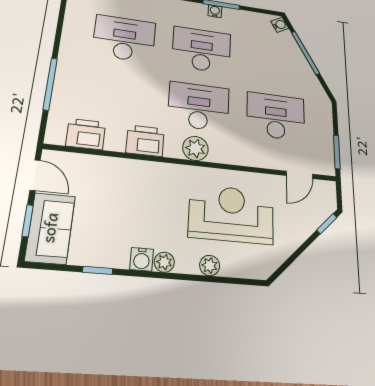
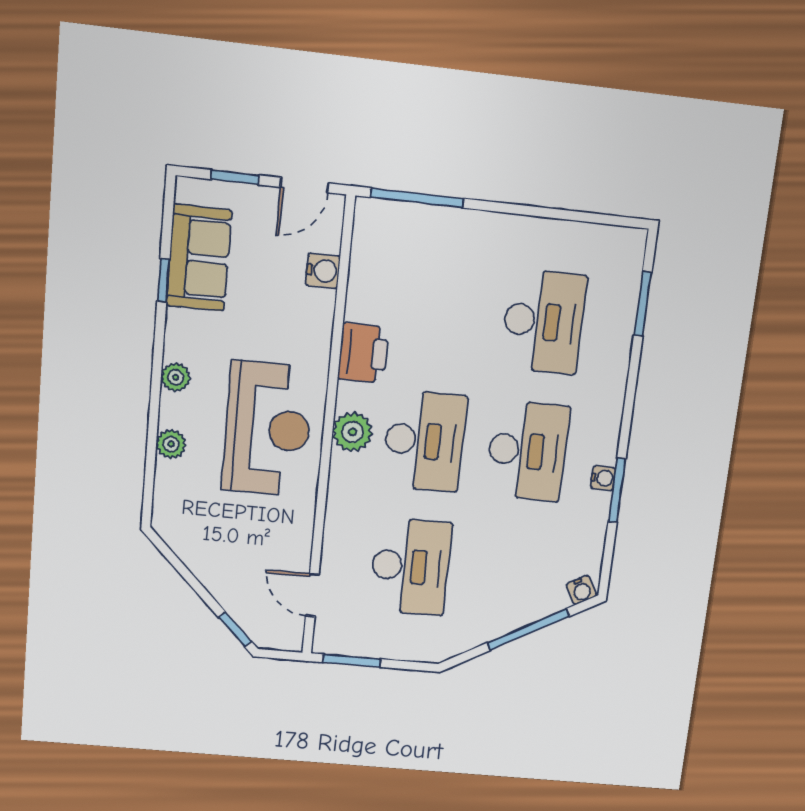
window: (50, 84) -> (417, 198), moved
printer: (86, 134) -> (372, 260), removed
reception desk: (231, 214) -> (268, 429), moved
sofa: (50, 228) -> (199, 258), moved, turned -90
water cooler: (142, 259) -> (323, 271), moved, turned 180

